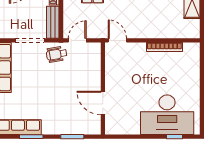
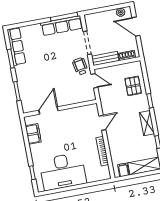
filing cabinet: (192, 26) -> (123, 170), added
door: (117, 40) -> (102, 123), moved
desk: (167, 115) -> (63, 171), moved, turned -90
filing cabinet: (128, 127) -> (33, 134), added

